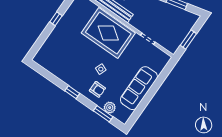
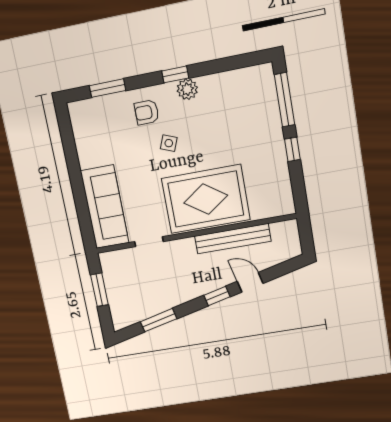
window: (41, 41) -> (284, 100), added
sofa: (139, 88) -> (105, 207), moved
plant: (110, 108) -> (187, 89), moved

